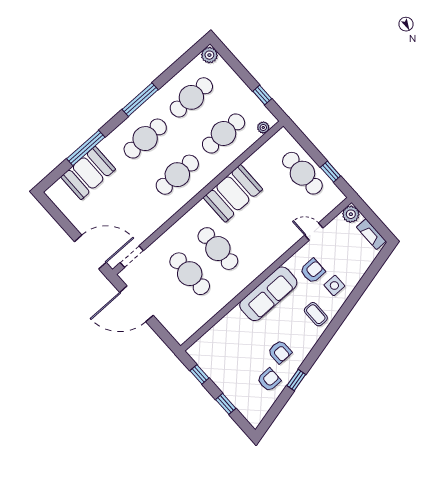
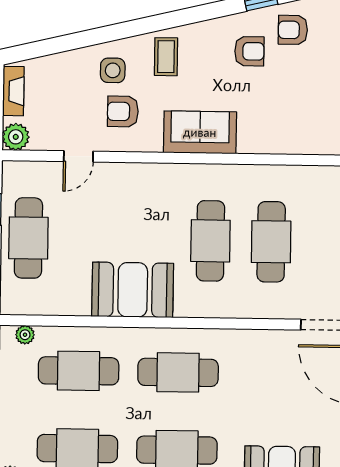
door: (314, 232) -> (78, 156), hinge flipped
sofa: (268, 294) -> (200, 132), width x0.73
armchair: (280, 352) -> (249, 51), turned 90

